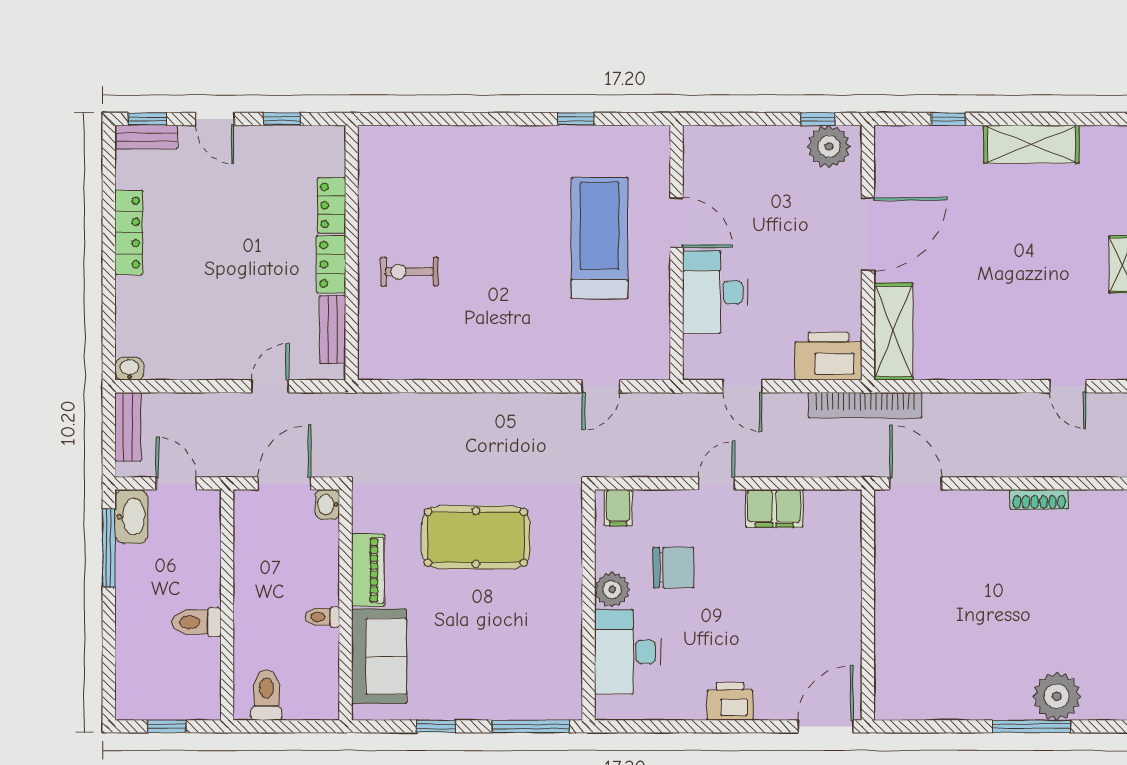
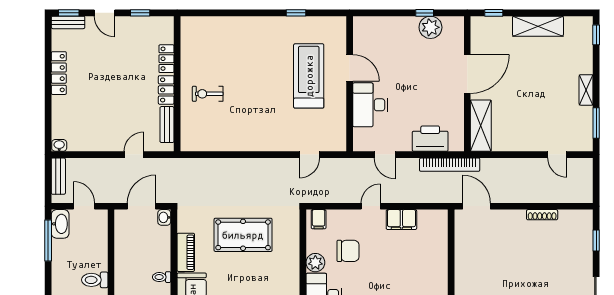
door: (868, 234) -> (467, 74), moved
wall: (868, 253) -> (467, 84), moved
shelving: (893, 332) -> (481, 126), moved

